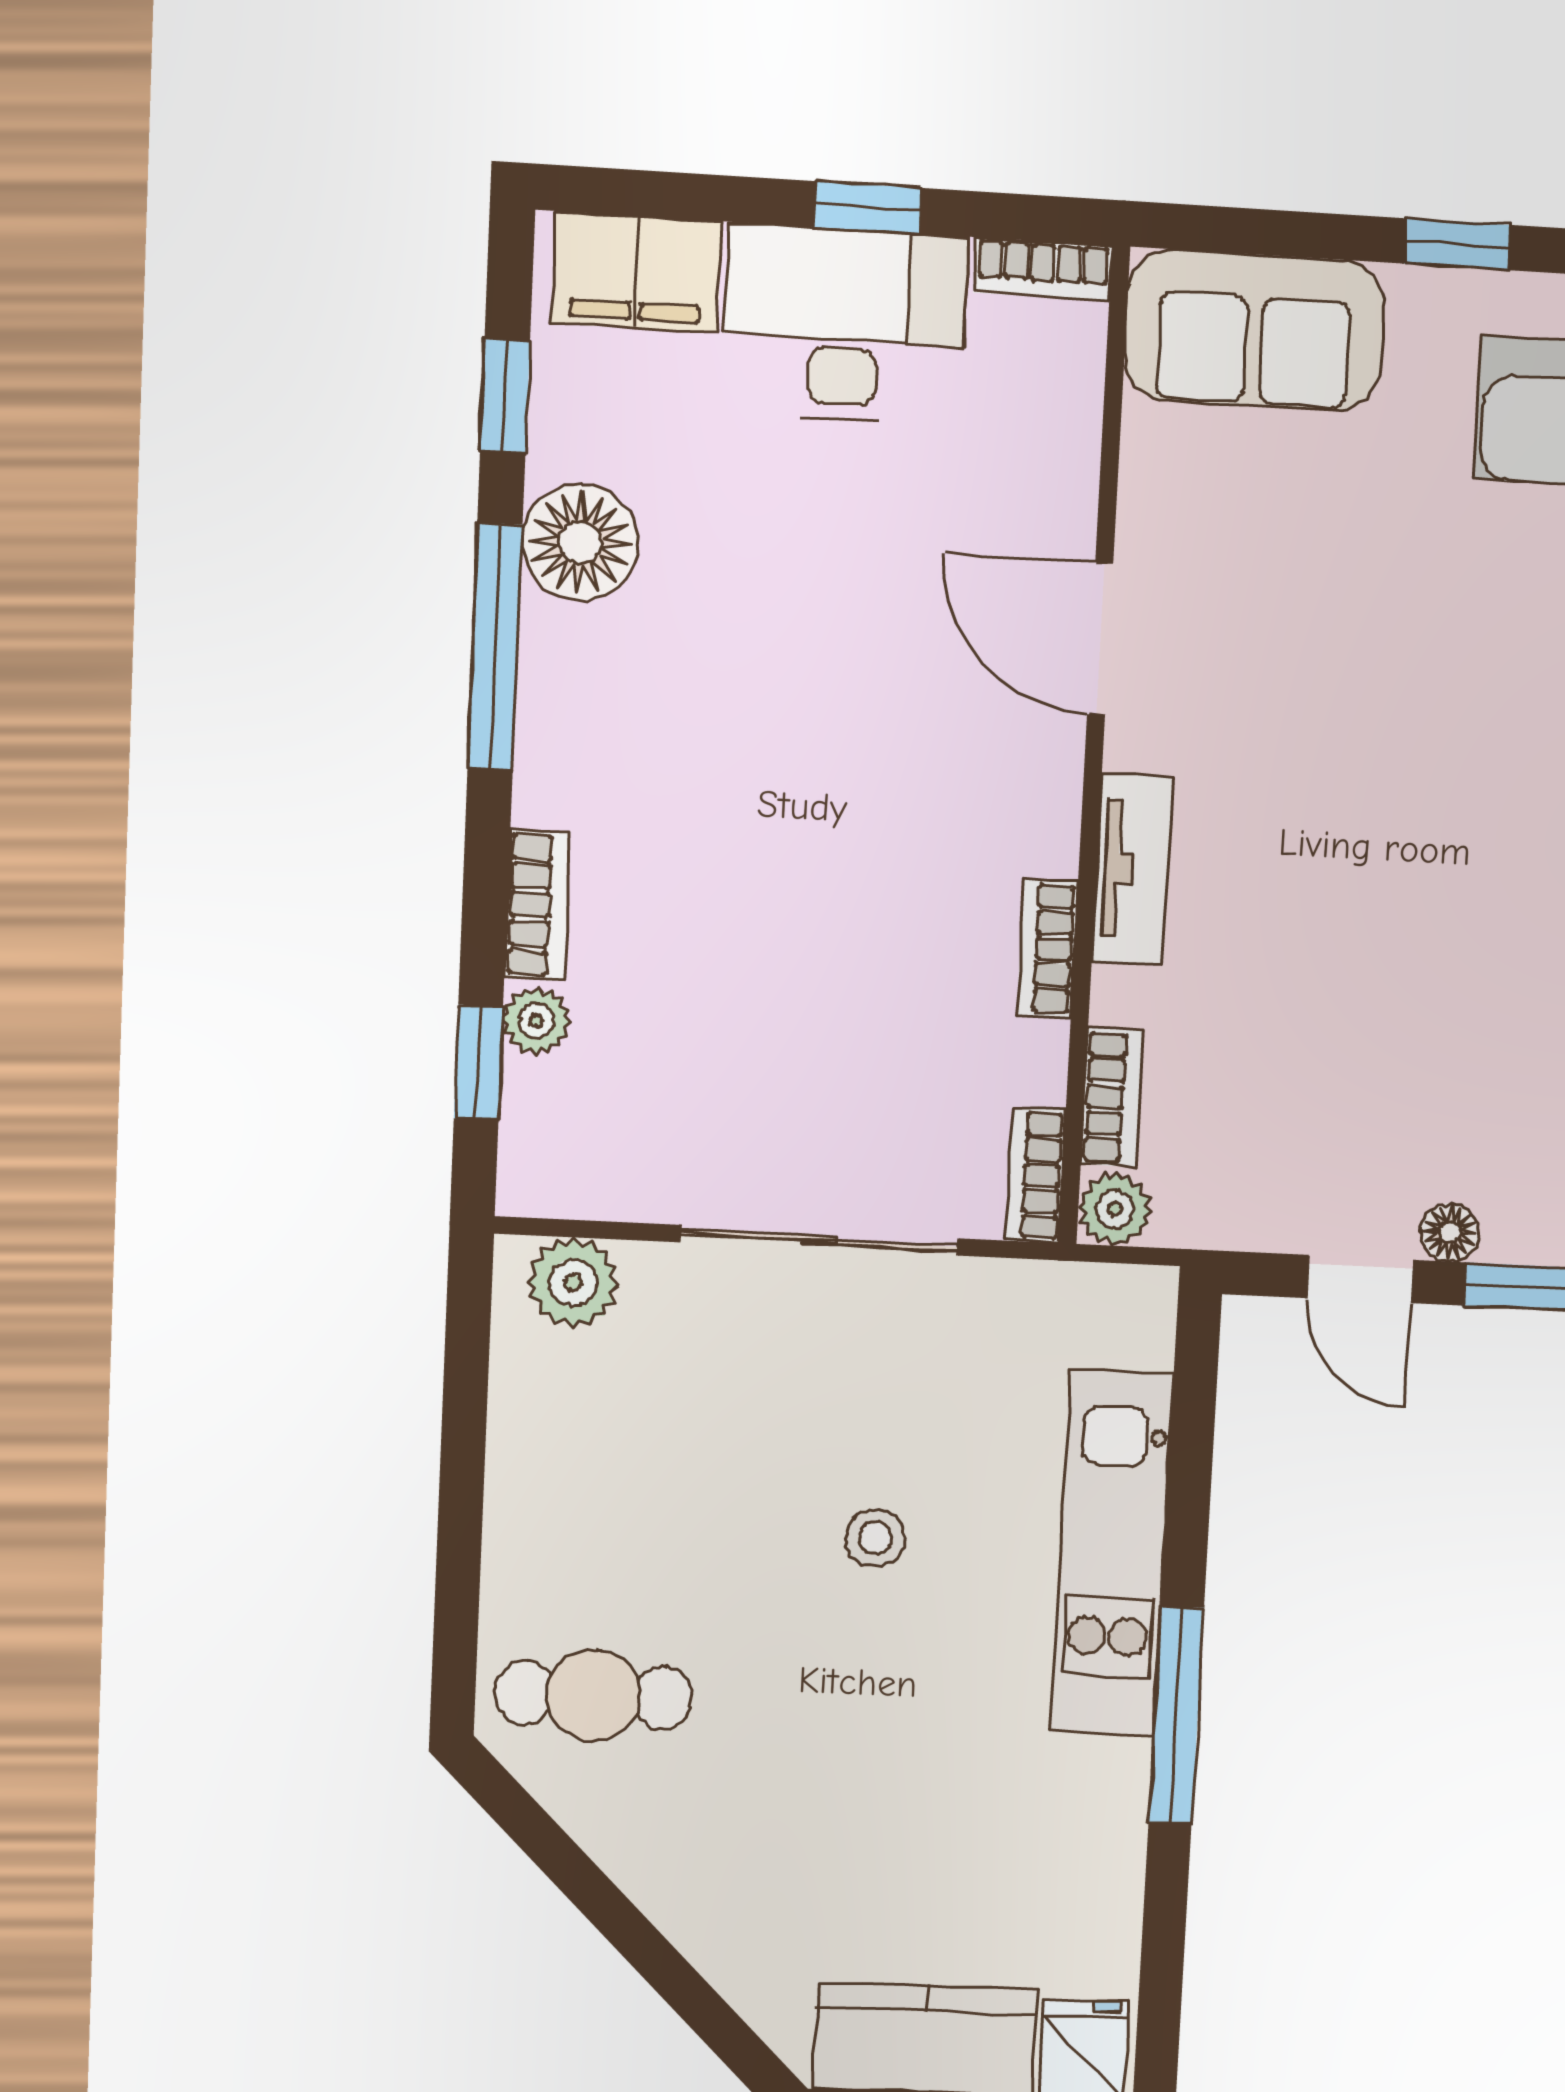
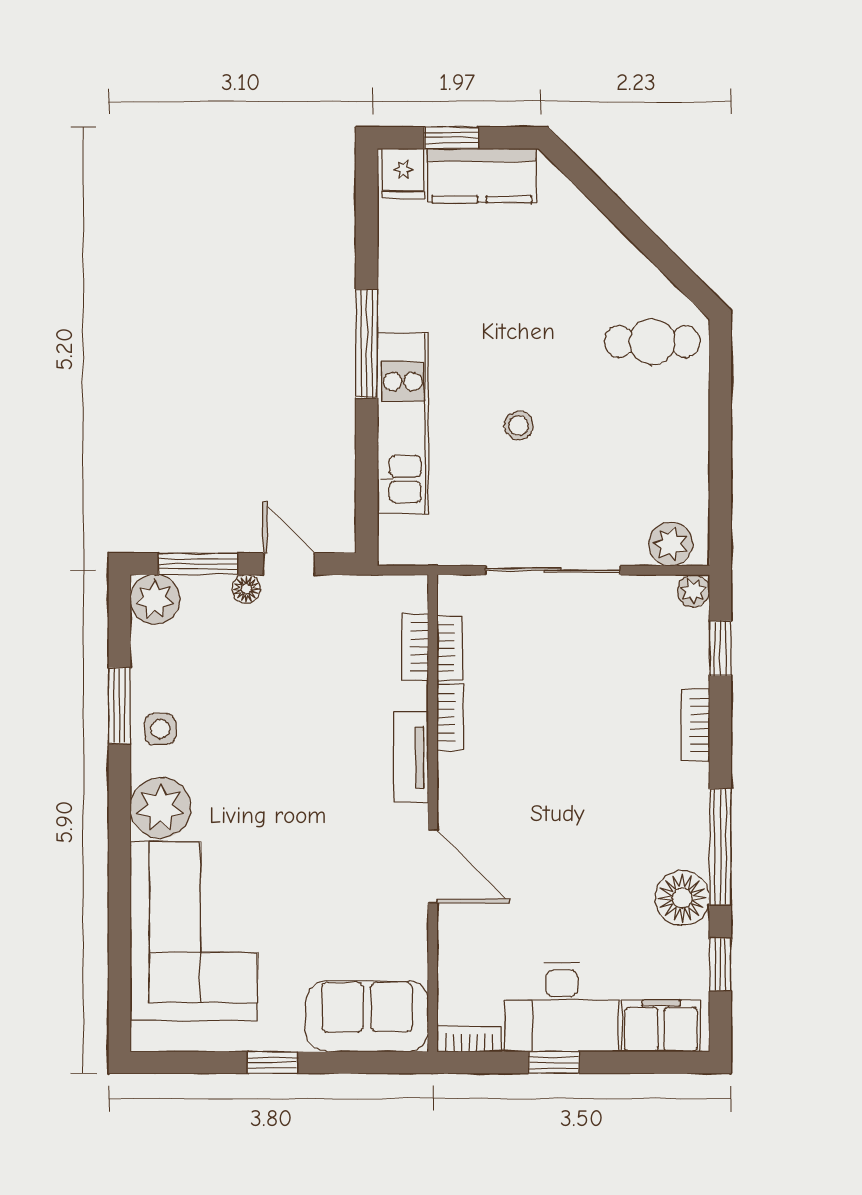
plant: (536, 1021) -> (693, 591), moved
bookcase: (1036, 1175) -> (450, 648), moved
plant: (1115, 1209) -> (411, 592), removed

